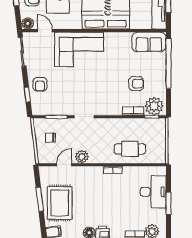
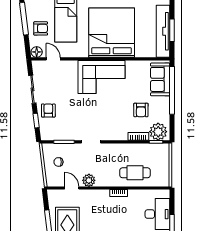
sofa: (149, 42) -> (160, 79), moved, turned 90
corner sofa: (79, 49) -> (102, 77), moved
sliding door: (22, 52) -> (32, 89), moved
armchair: (40, 84) -> (48, 111), turned 180
armchair: (136, 84) -> (141, 110), turned 90
door: (64, 165) -> (72, 188), hinge flipped

